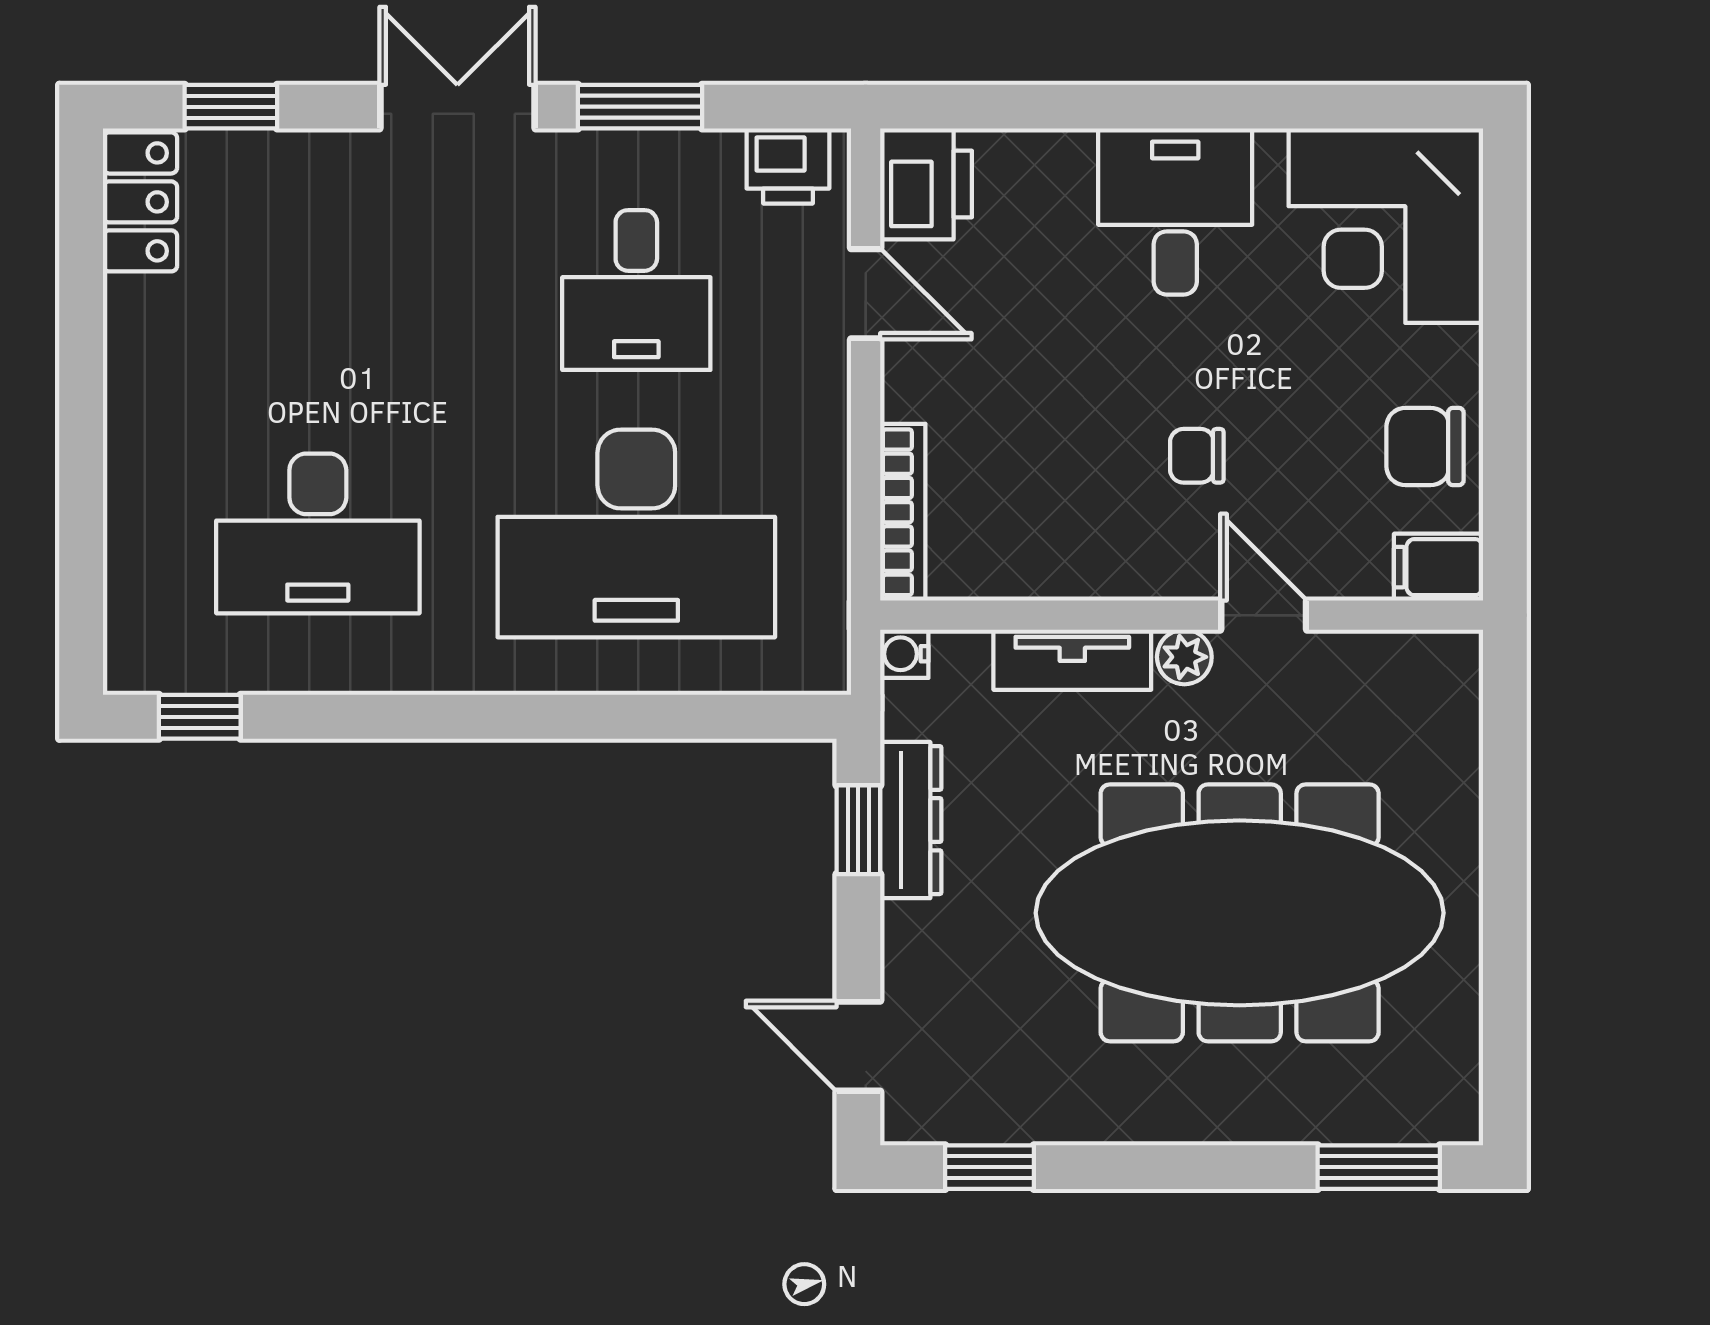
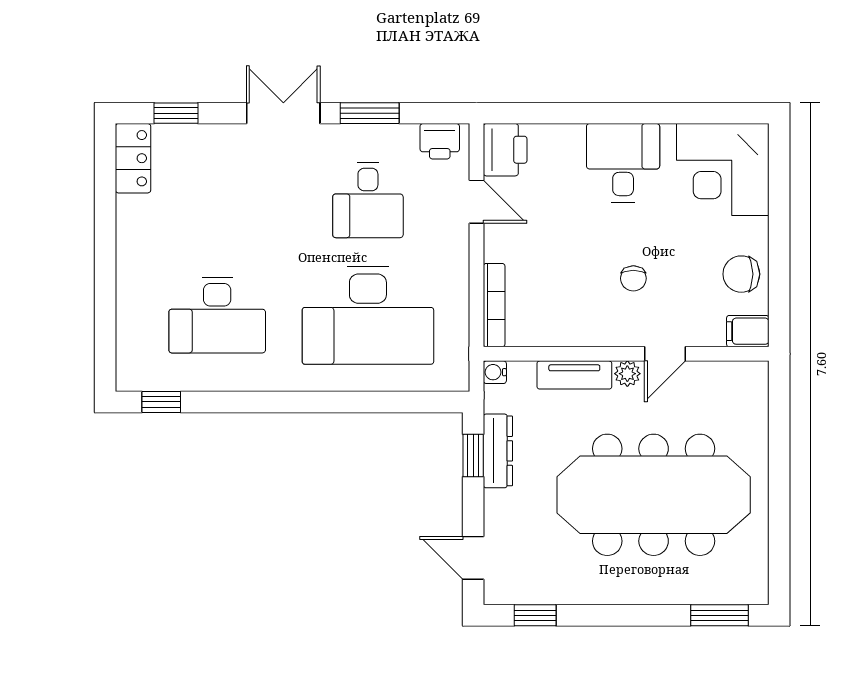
chair: (1197, 456) -> (633, 278), turned -90
door: (1264, 615) -> (665, 354), swing flipped

